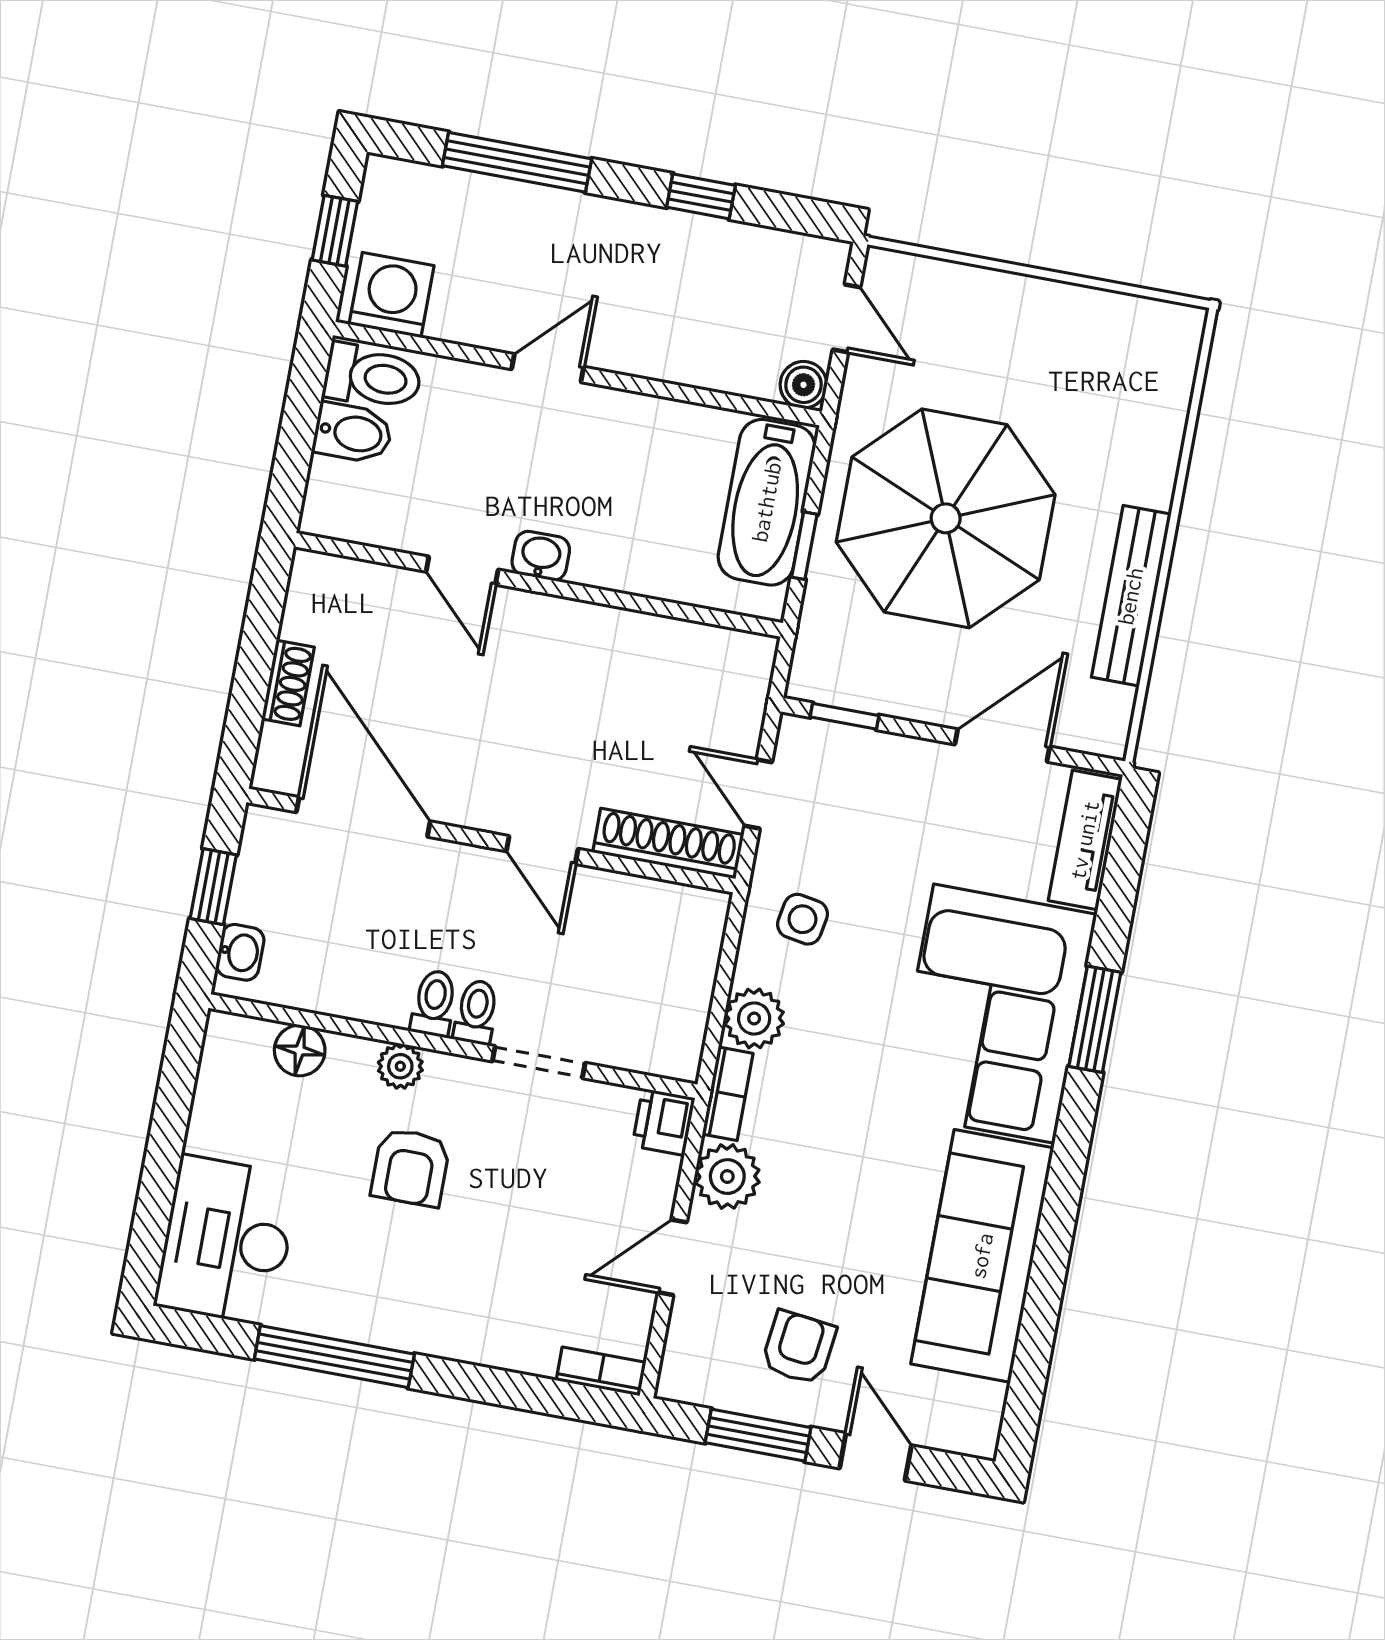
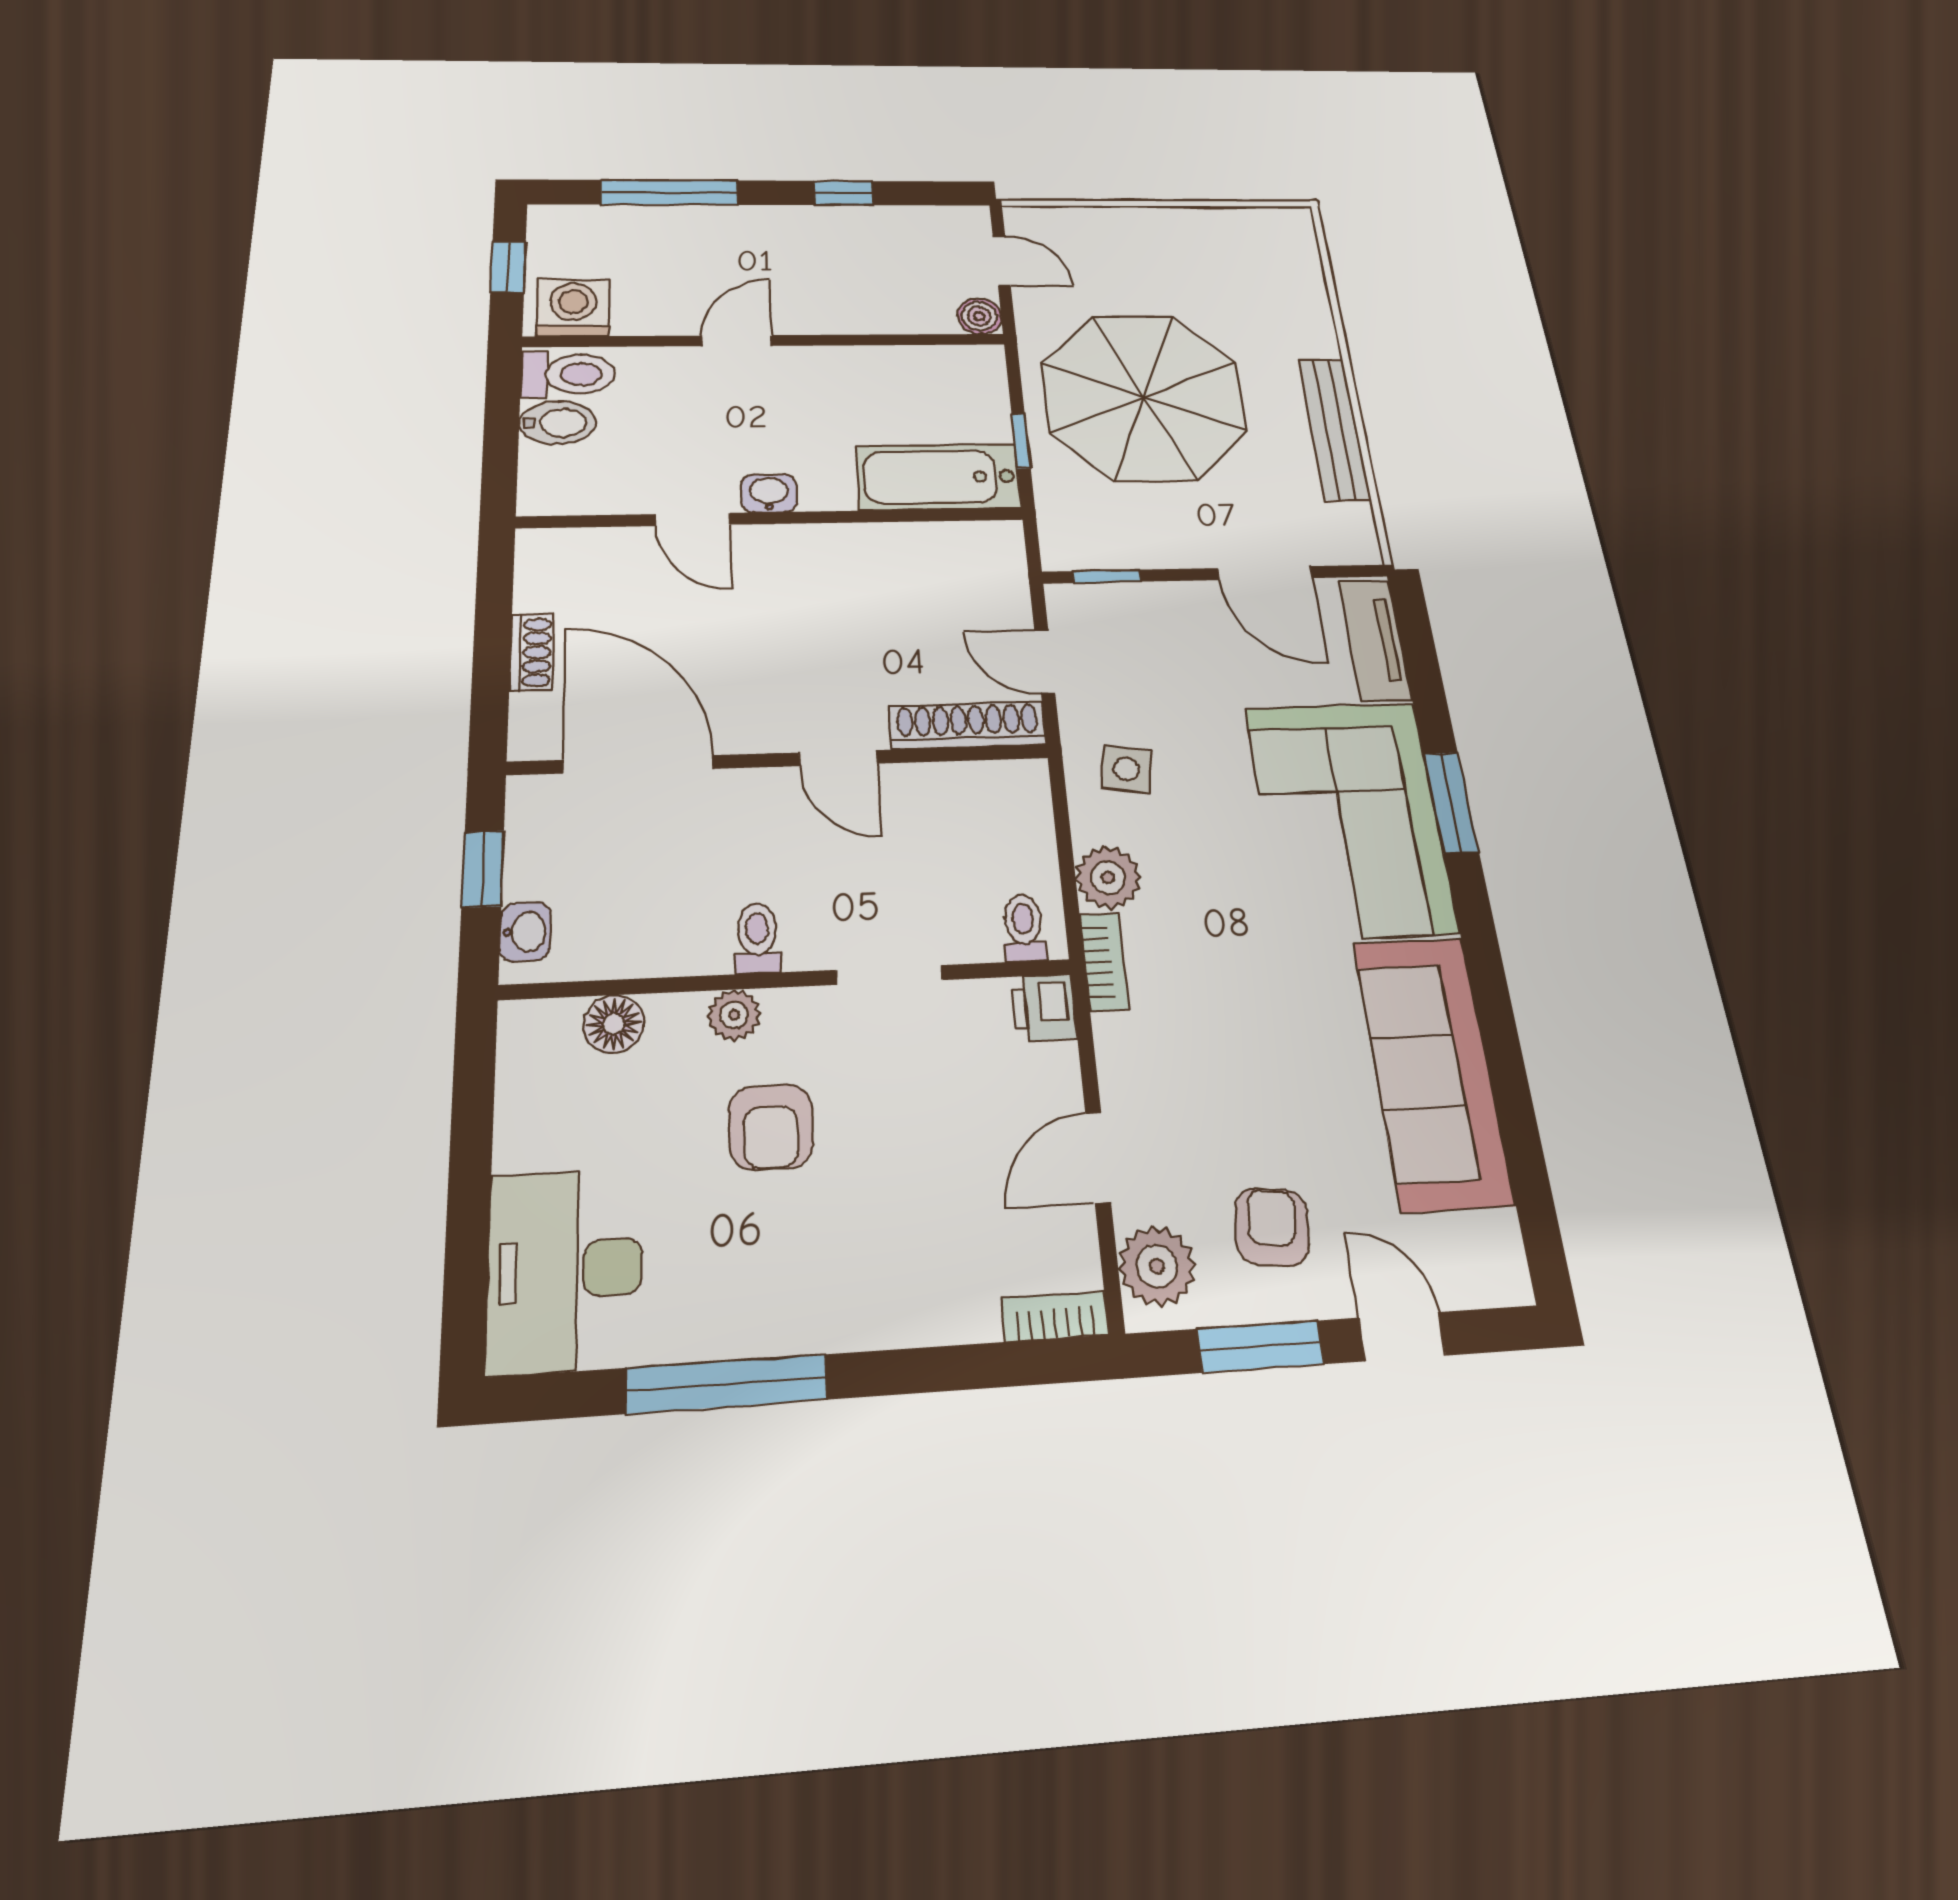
bathtub: (767, 502) -> (938, 477), moved, turned 90
door: (1002, 746) -> (1265, 573), swing flipped
toilet: (476, 1012) -> (1024, 928), moved
plant: (727, 1177) -> (1157, 1266), moved

